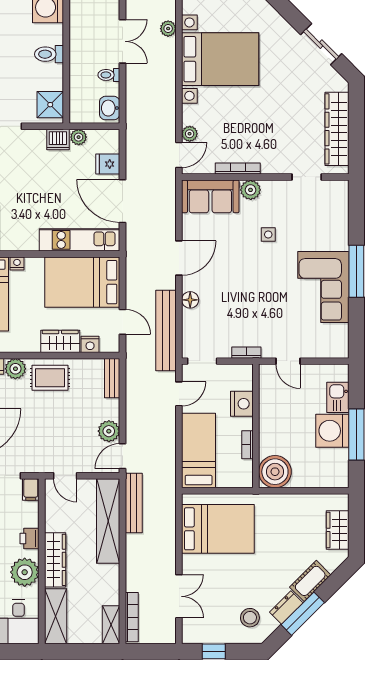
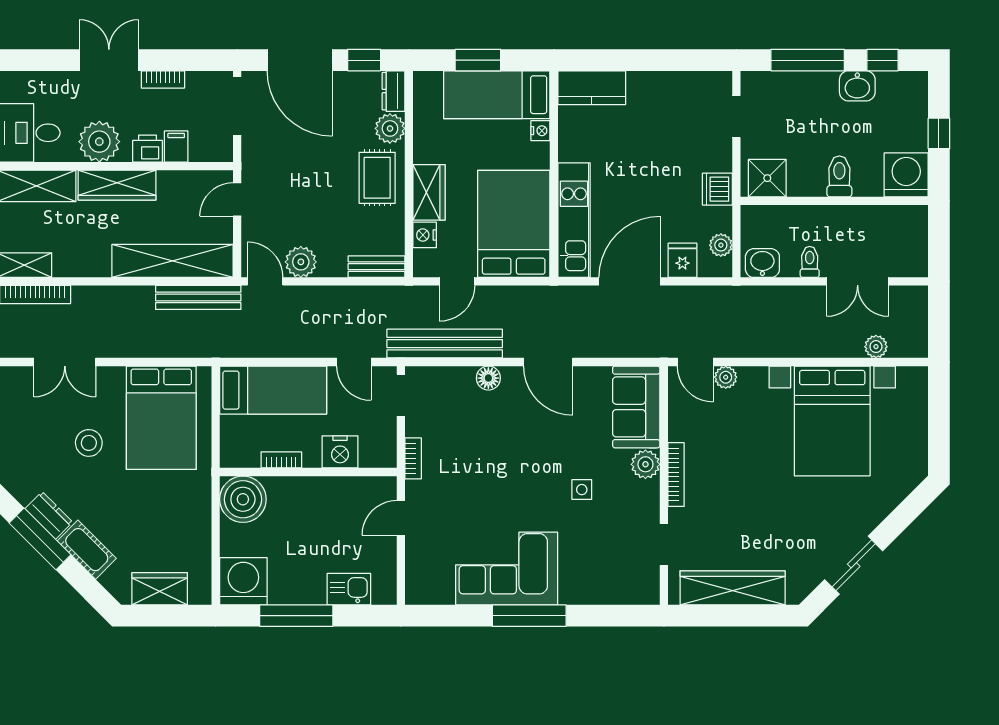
plant: (79, 137) -> (721, 245), moved
bookcase: (238, 168) -> (676, 475), moved
washing machine: (332, 431) -> (243, 581), moved
filing cabinet: (31, 489) -> (176, 146), moved, turned 90
stool: (250, 618) -> (89, 443), moved

